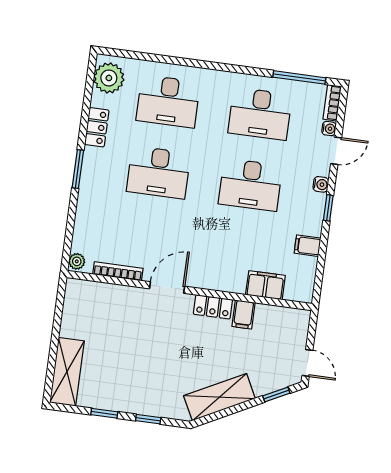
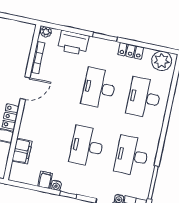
water cooler: (321, 184) -> (56, 185), moved
printer: (91, 218) -> (73, 43), added
door: (167, 287) -> (25, 88), hinge flipped

